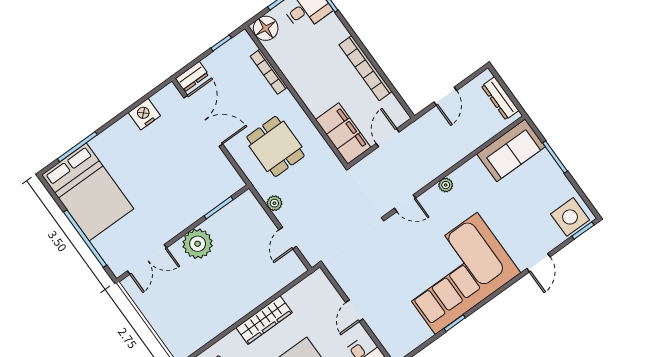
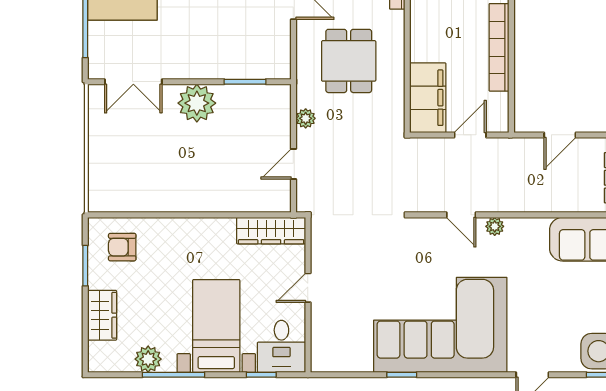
door: (405, 203) -> (461, 215), moved
wardrobe: (264, 320) -> (271, 231), moved

